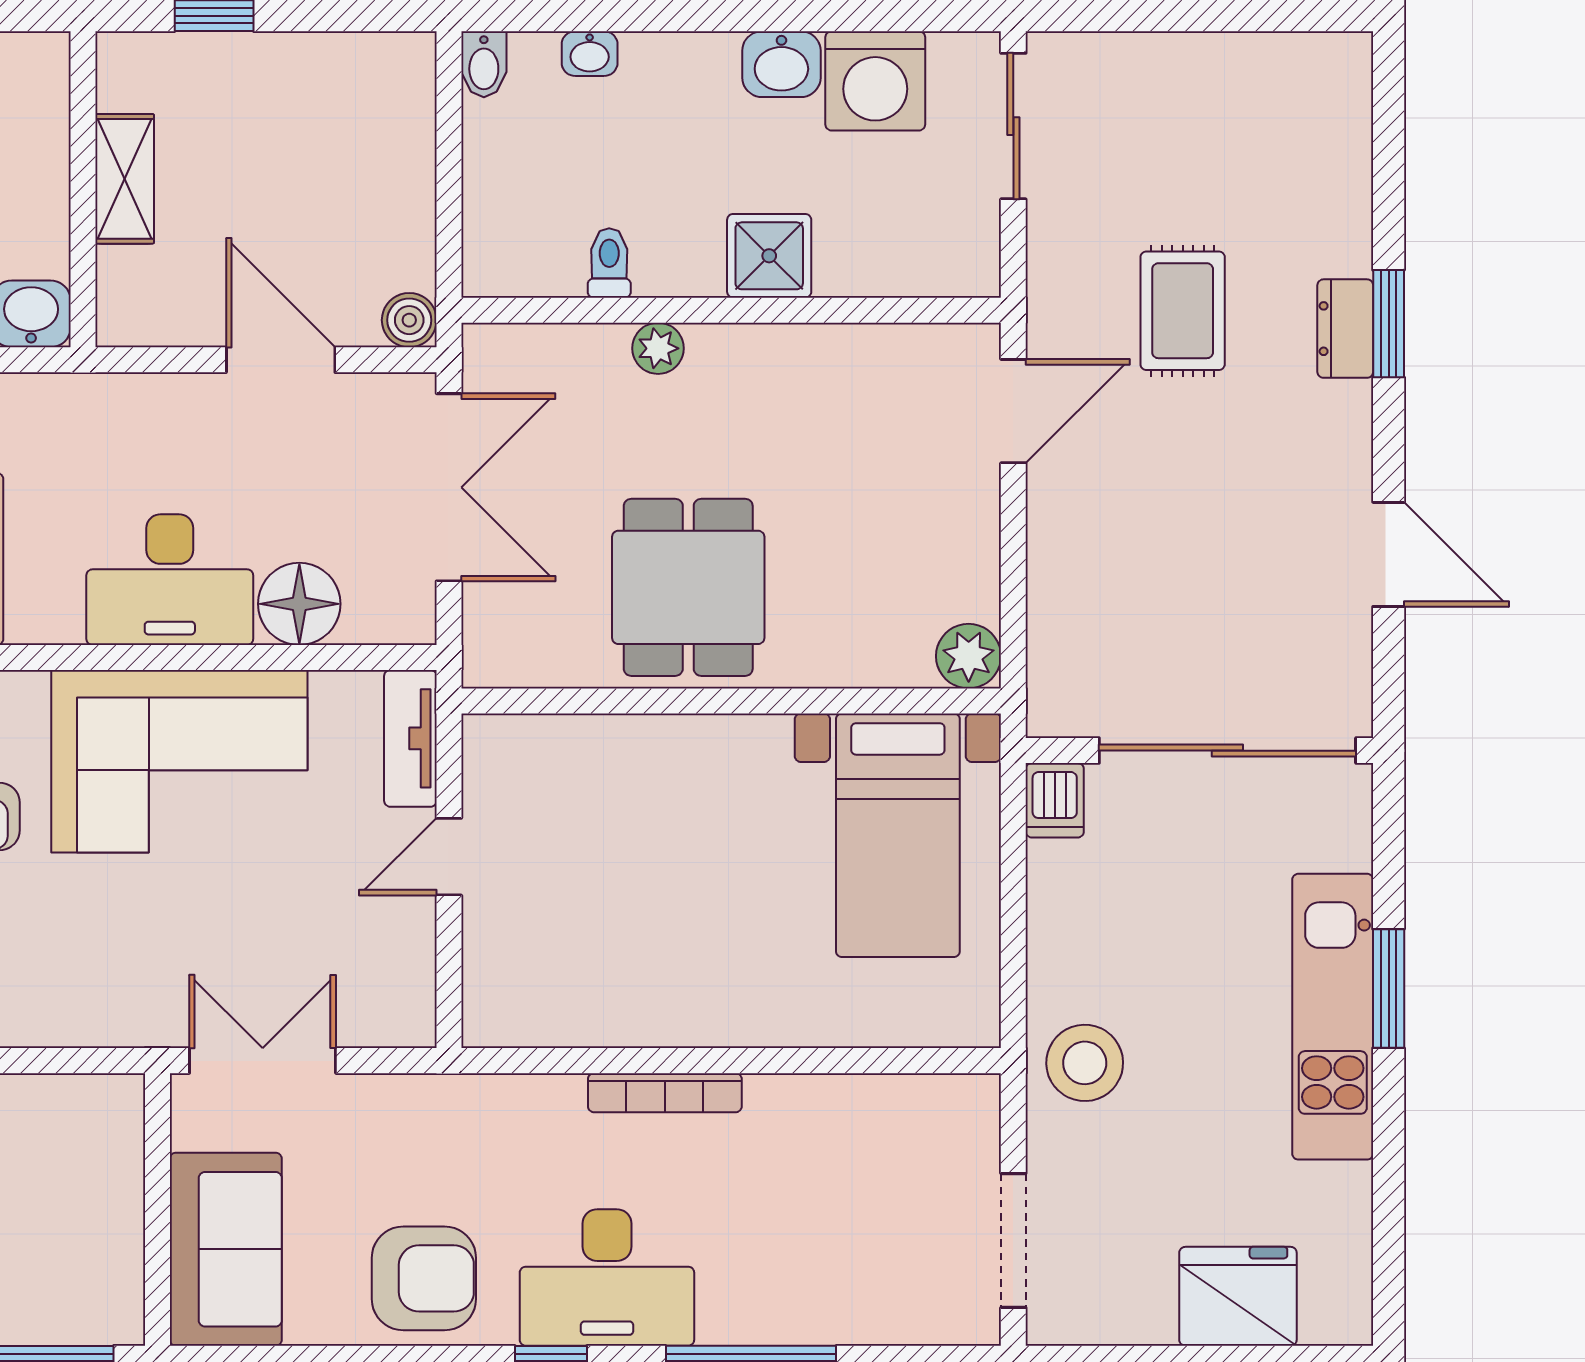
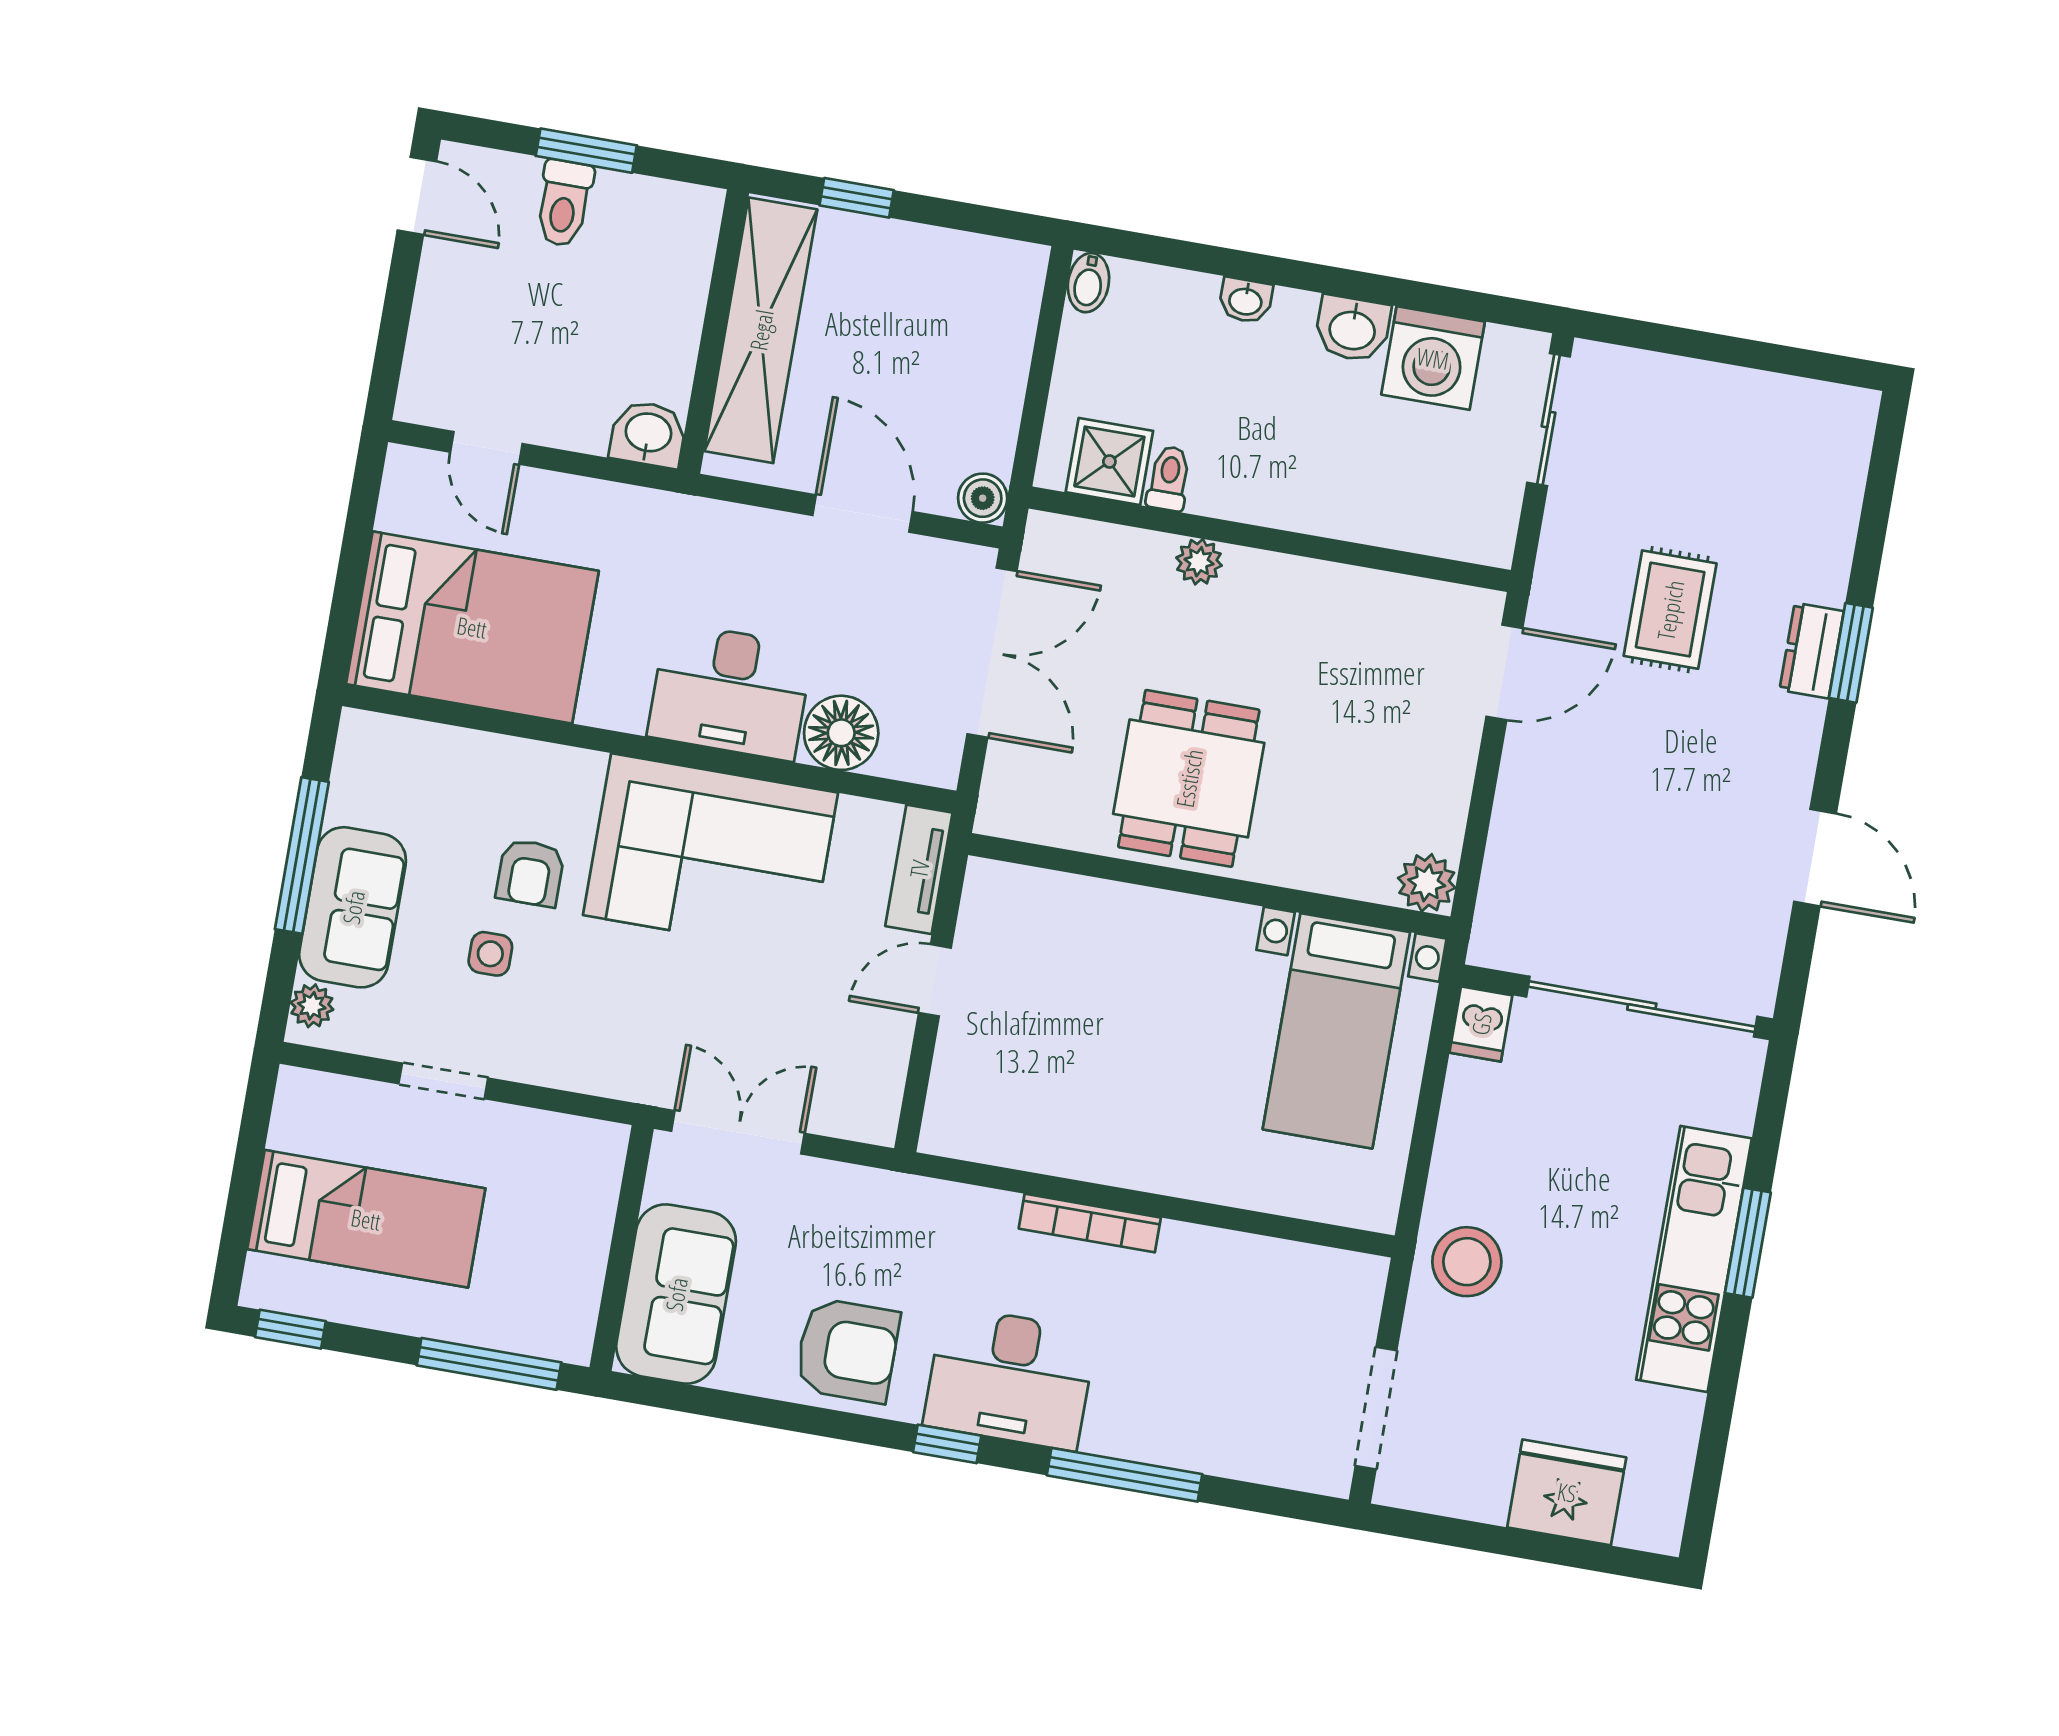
washbasin: (590, 54) -> (1246, 300), moved
shelving: (125, 179) -> (761, 330), width x2.20, depth x1.33
shower: (769, 256) -> (1109, 462), moved

